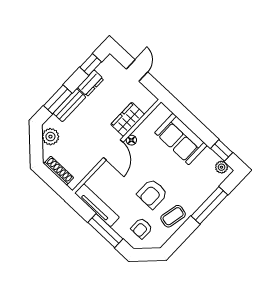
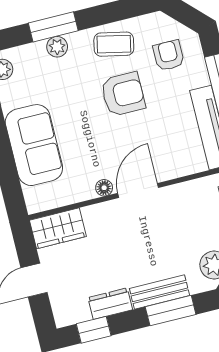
wardrobe: (128, 119) -> (58, 228), moved
plant: (201, 196) -> (57, 47), added
window: (209, 205) -> (53, 27), width x0.69
armchair: (142, 228) -> (169, 55), turned -90

